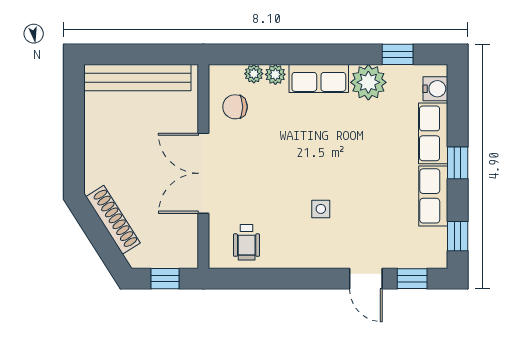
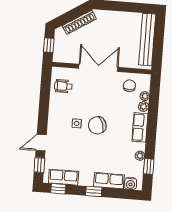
plant: (368, 82) -> (140, 156), width x0.53, depth x0.53
chair: (322, 166) -> (97, 125), added
row of seats: (433, 196) -> (64, 177), moved

